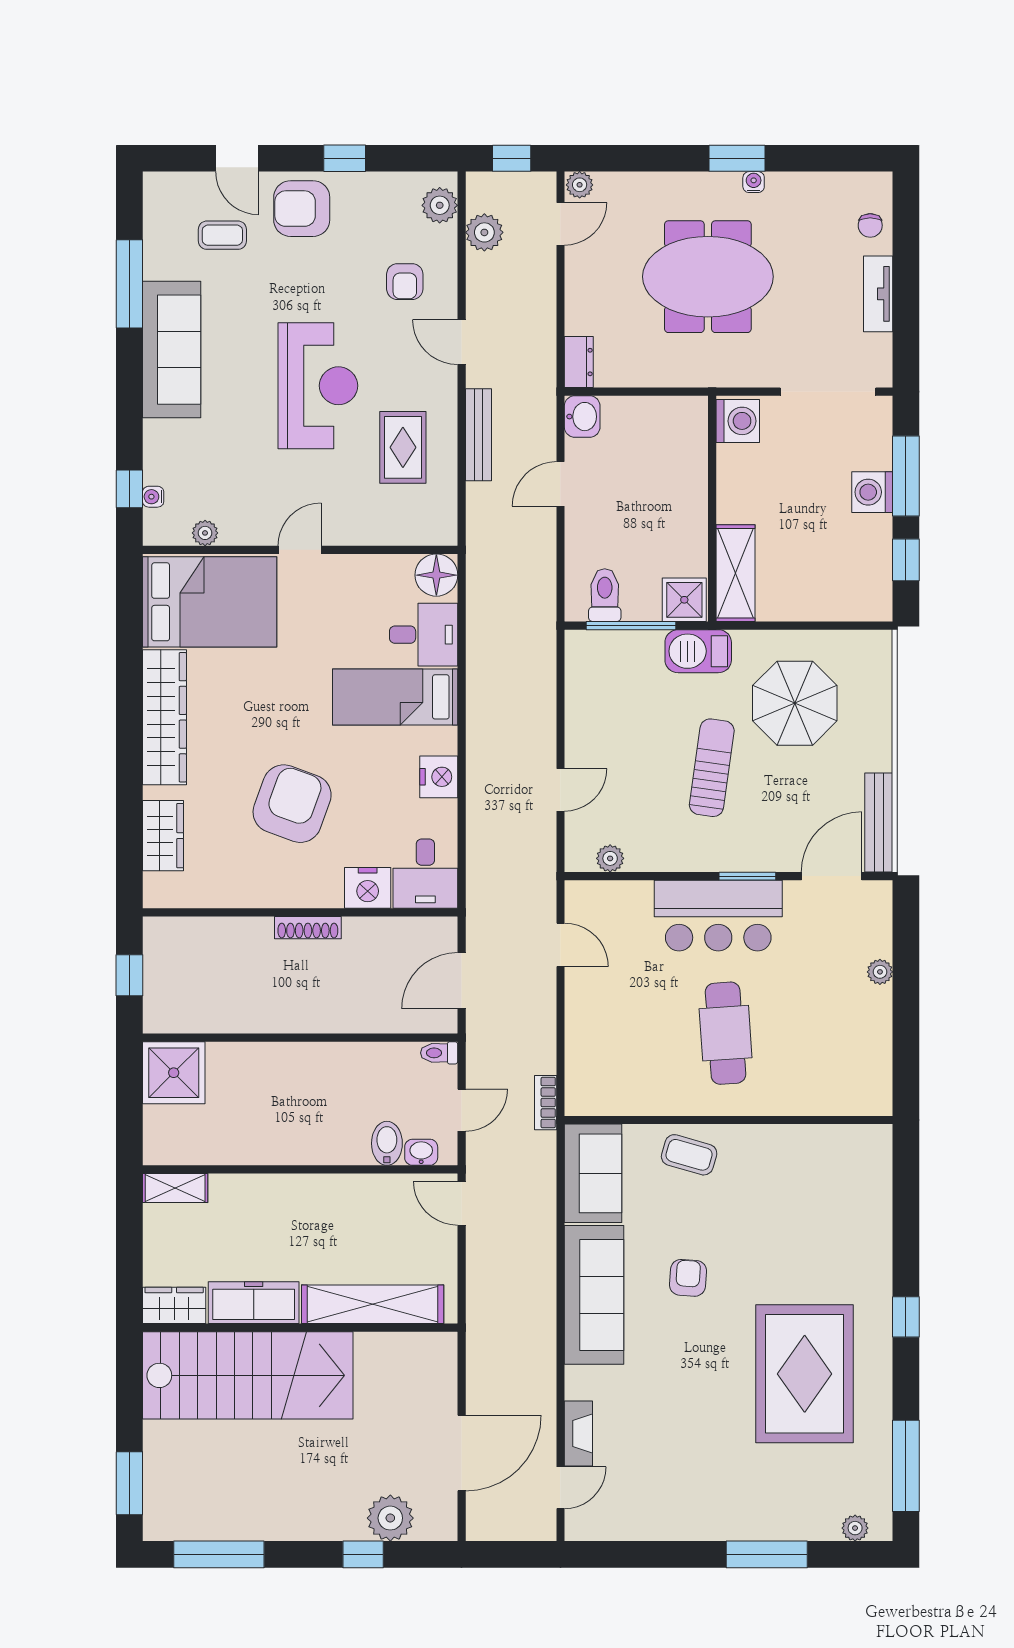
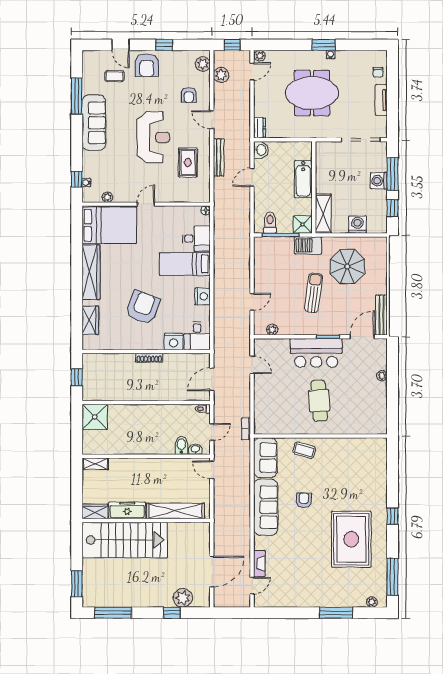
armchair: (302, 209) -> (147, 65), turned -90
washing machine: (738, 421) -> (357, 225), moved, turned -90
bathtub: (686, 488) -> (303, 179), added
floor lamp: (436, 575) -> (206, 210), width x0.53, depth x0.53

